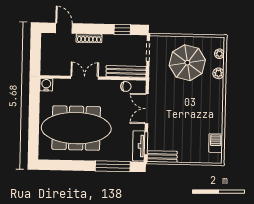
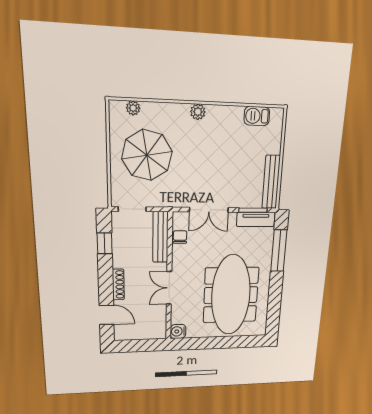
door: (64, 28) -> (107, 315), swing flipped
plant: (218, 73) -> (198, 112), moved
bench: (162, 157) -> (271, 182), width x1.36

